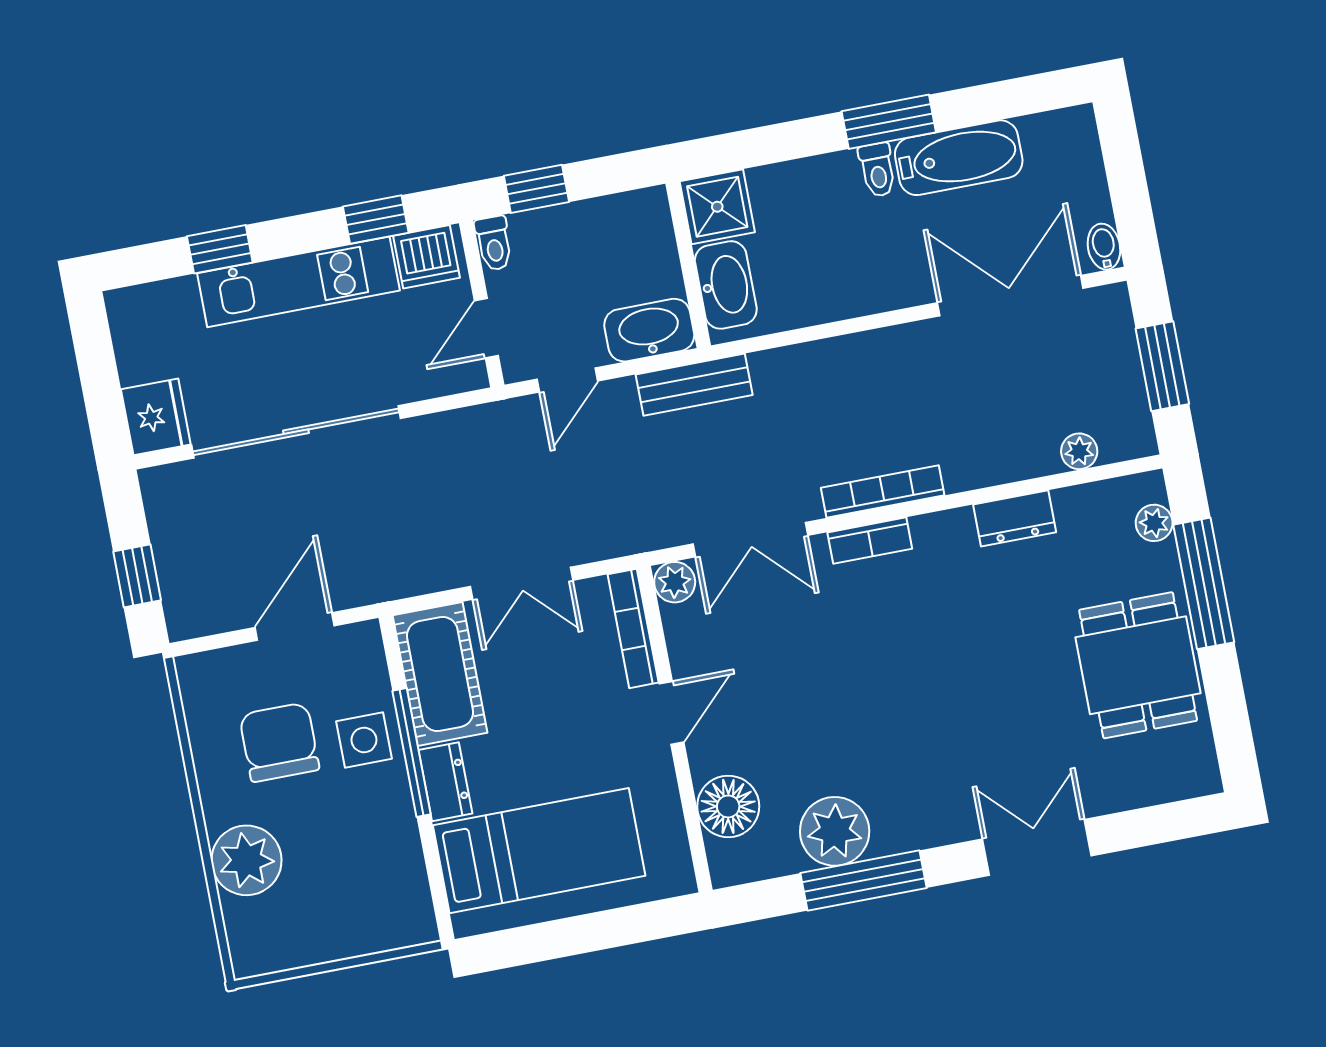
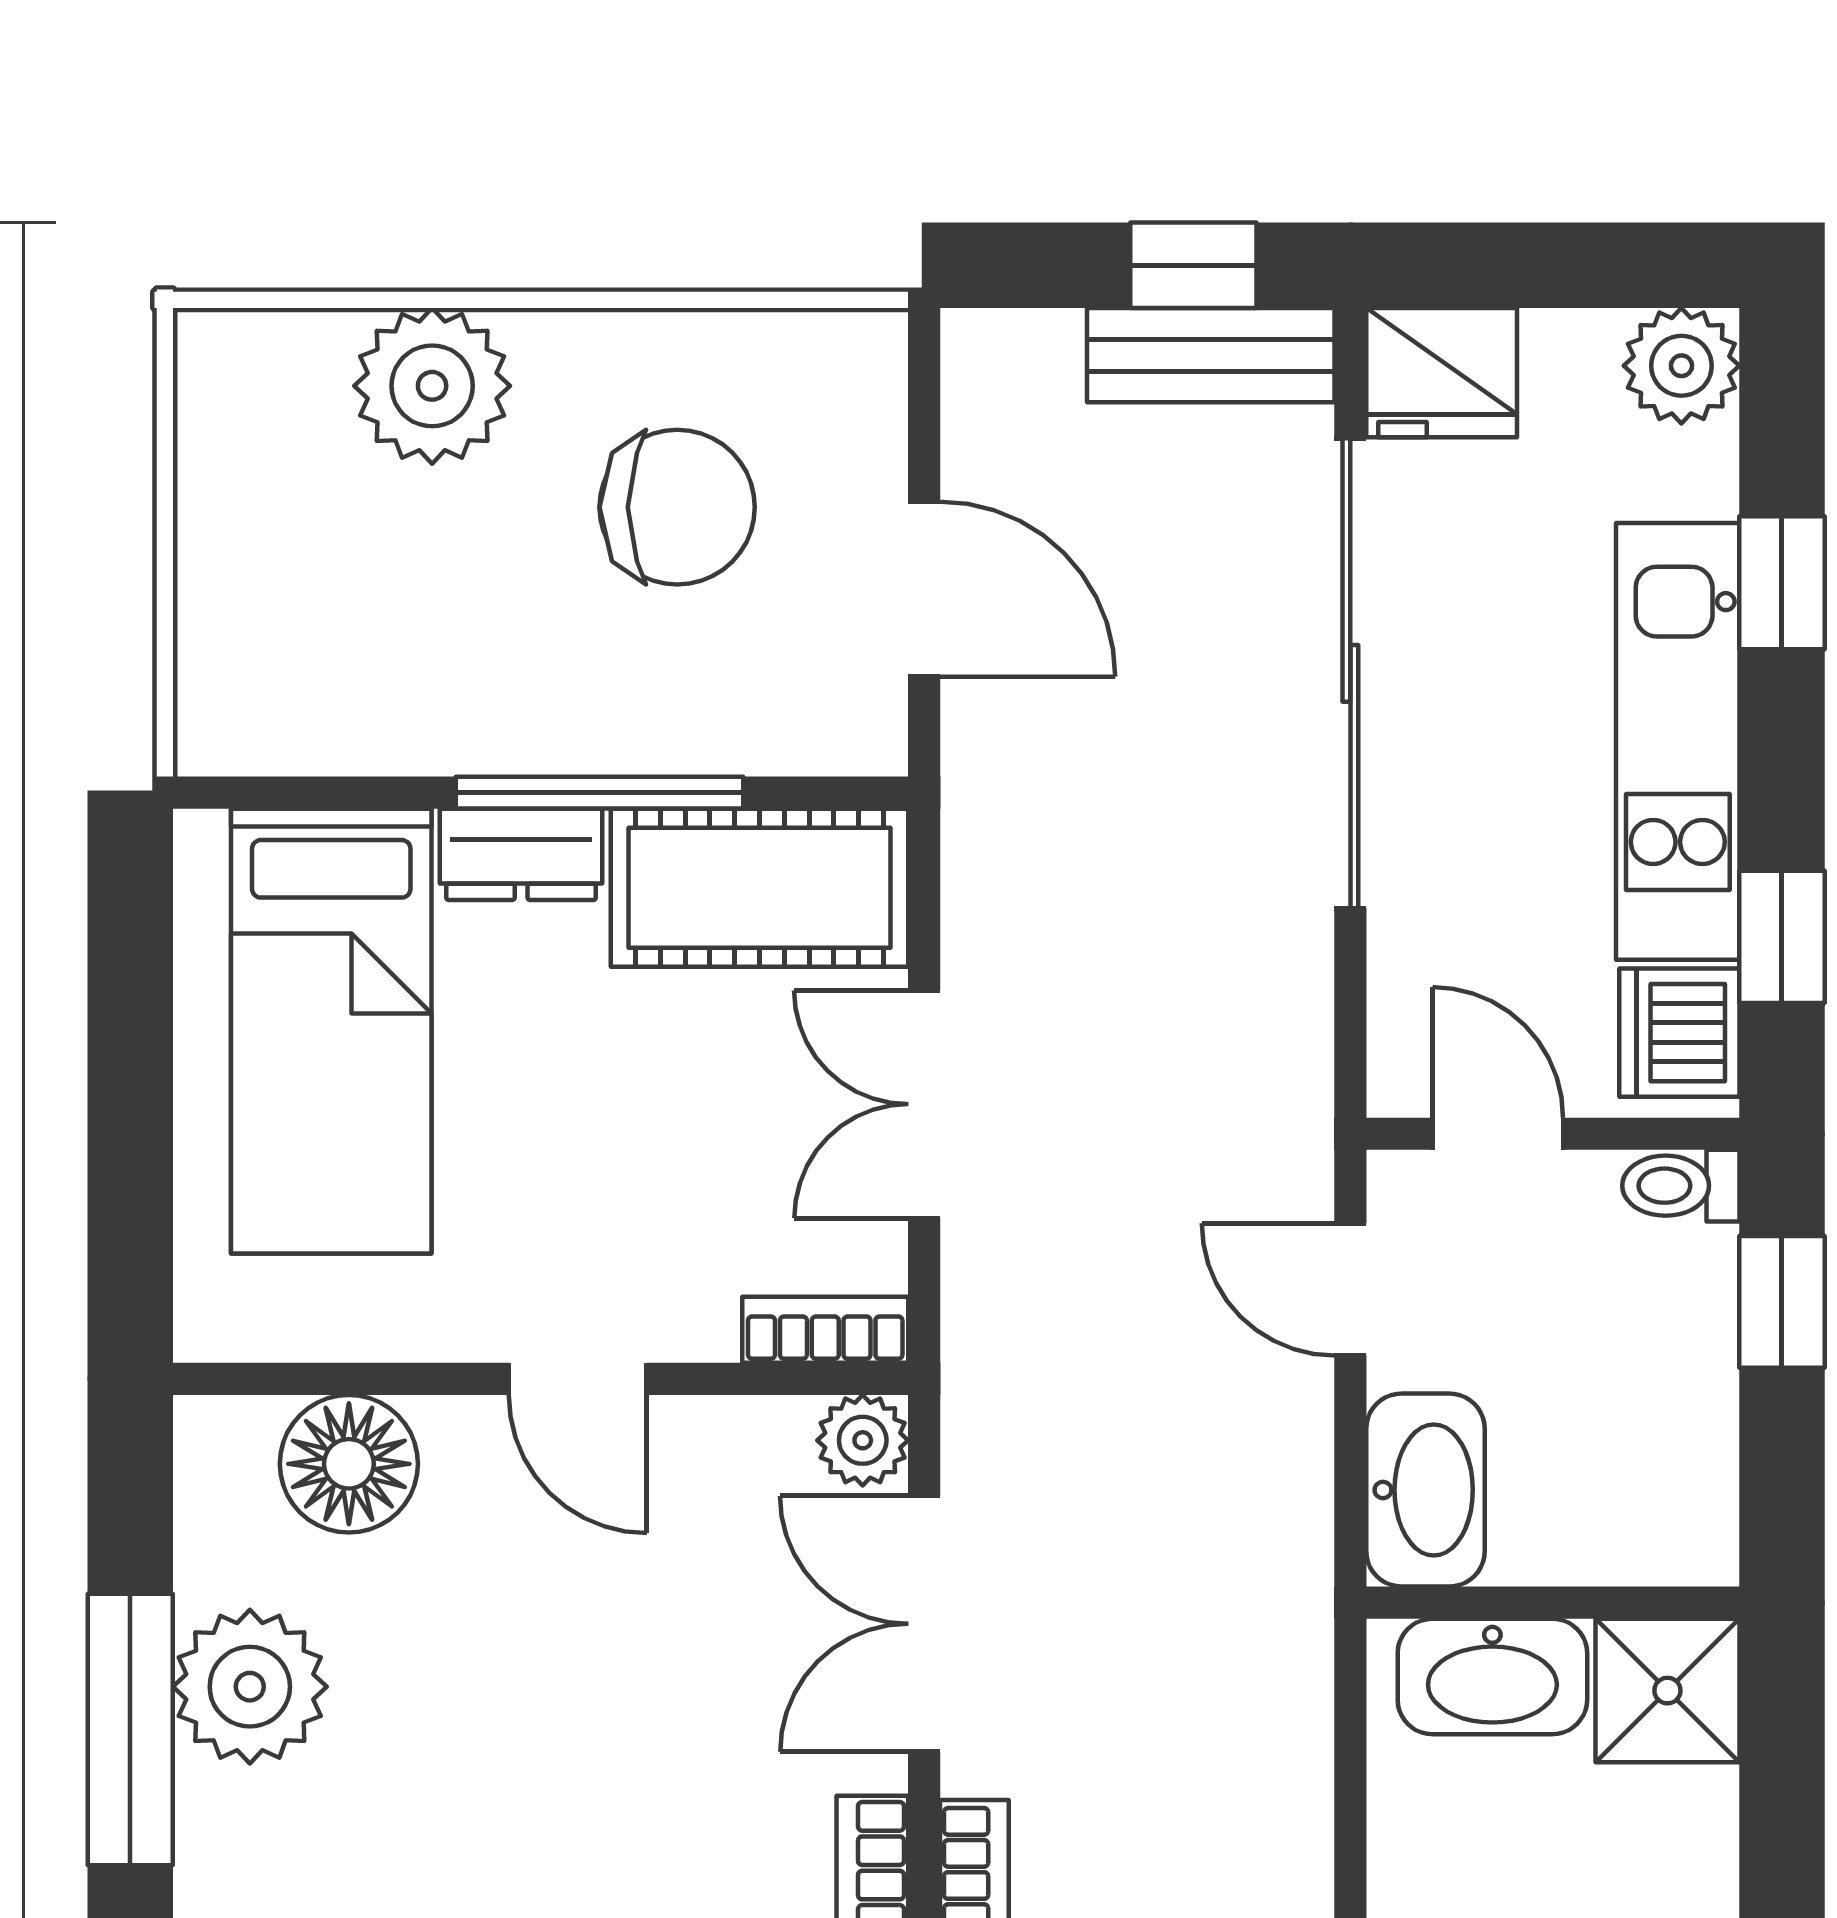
plant: (133, 312) -> (1681, 366), added
bench: (694, 385) -> (1211, 355), moved, turned 90
window: (137, 576) -> (1193, 265), moved
bookcase: (633, 628) -> (825, 1330), width x0.64
side table: (364, 740) -> (647, 694), removed

